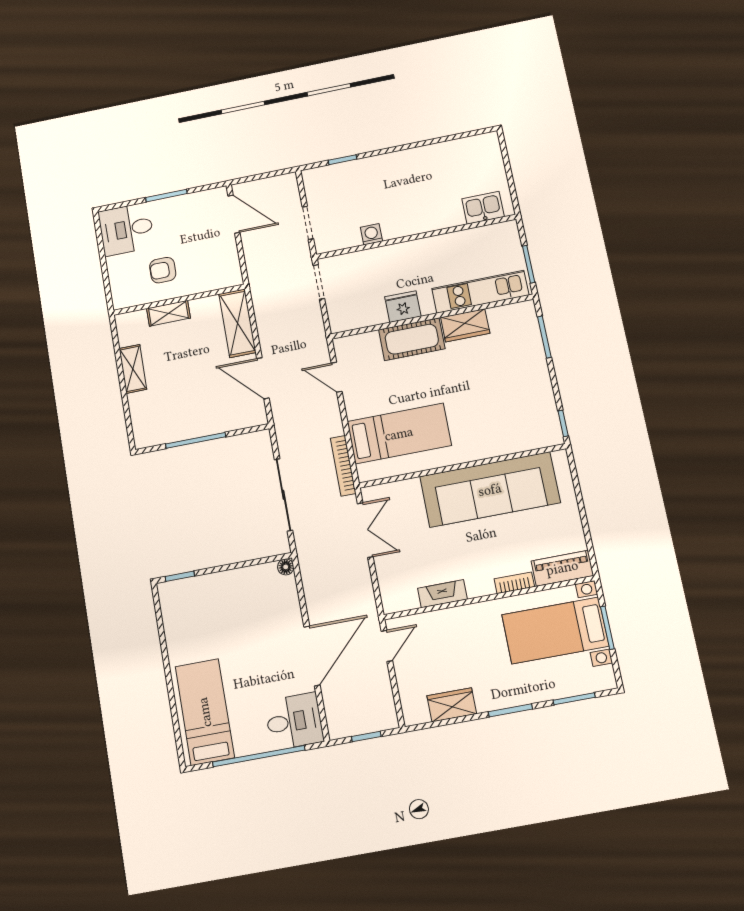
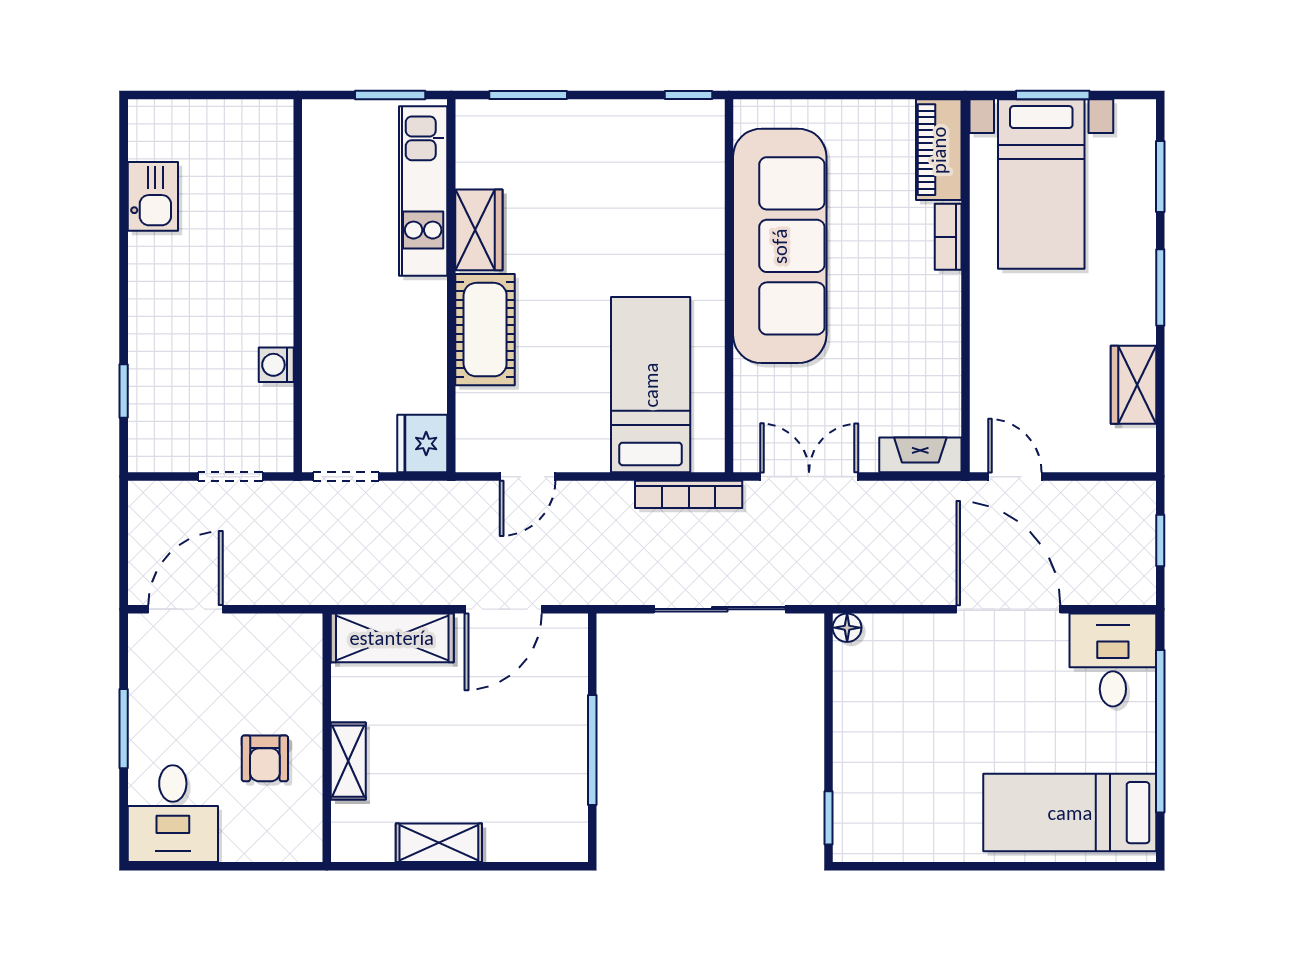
kitchen sink: (483, 208) -> (153, 196), moved, turned 180
fridge: (403, 307) -> (422, 444), moved
fireplace: (442, 594) -> (920, 455), moved, turned 90

